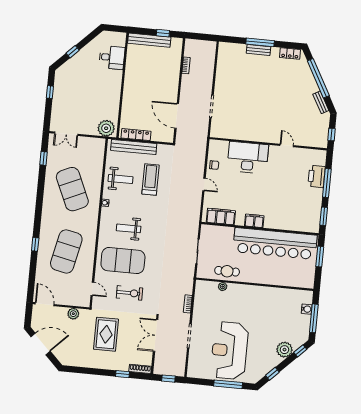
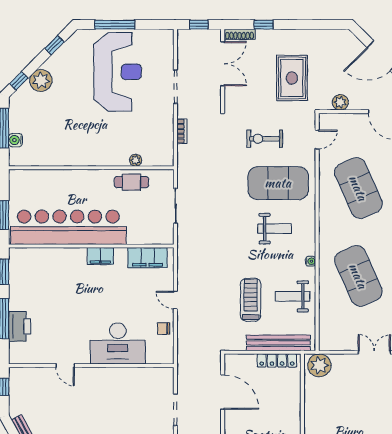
treadmill: (150, 179) -> (251, 300), turned 180
exercise mat: (66, 252) -> (358, 188), turned -36
door: (92, 289) -> (317, 140), swing flipped
double door: (156, 335) -> (223, 64), moved

